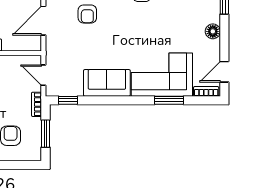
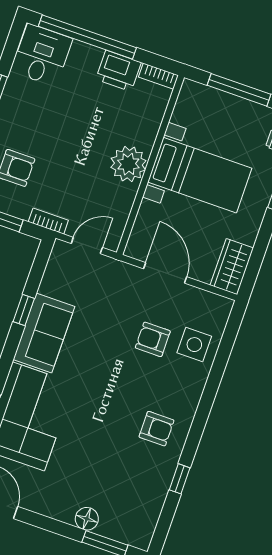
floor lamp: (213, 31) -> (87, 519), moved
window: (68, 100) -> (24, 310), moved

